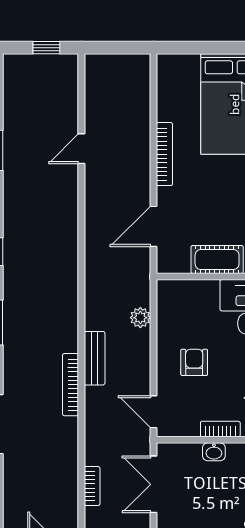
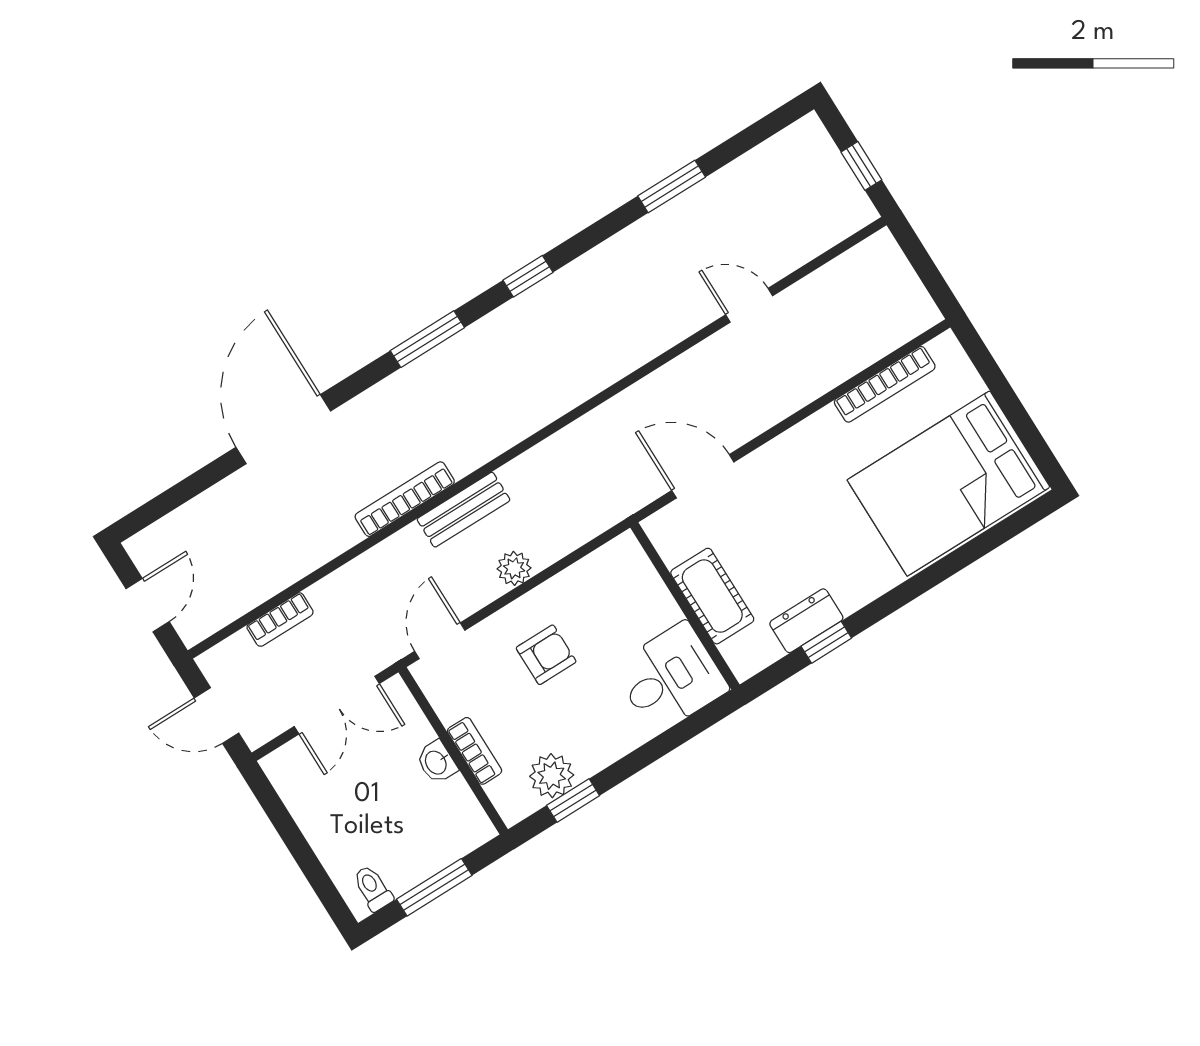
bookcase: (164, 154) -> (885, 384), moved
plant: (140, 318) -> (514, 568), moved
double door: (153, 484) -> (337, 705), swing flipped

